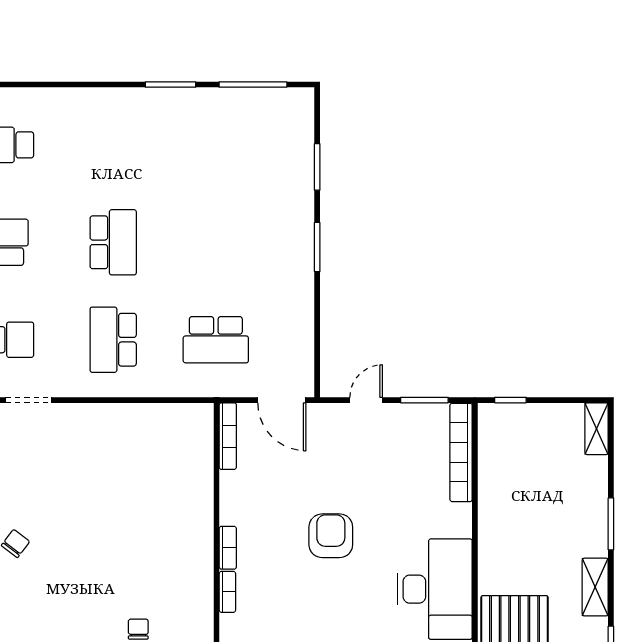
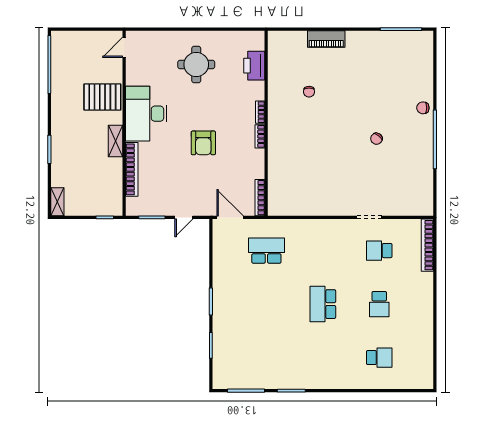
school desk: (113, 340) -> (323, 251), removed
bookcase: (461, 452) -> (132, 169), moved
shelving: (595, 587) -> (116, 141), moved

